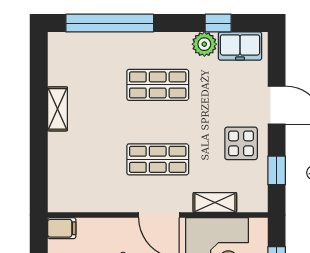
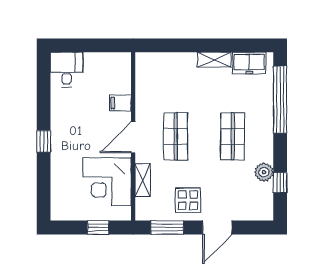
freezer: (240, 46) -> (249, 63), moved, turned -90
window: (277, 170) -> (167, 228), width x1.50
filing cabinet: (62, 228) -> (120, 103), moved, turned 90

